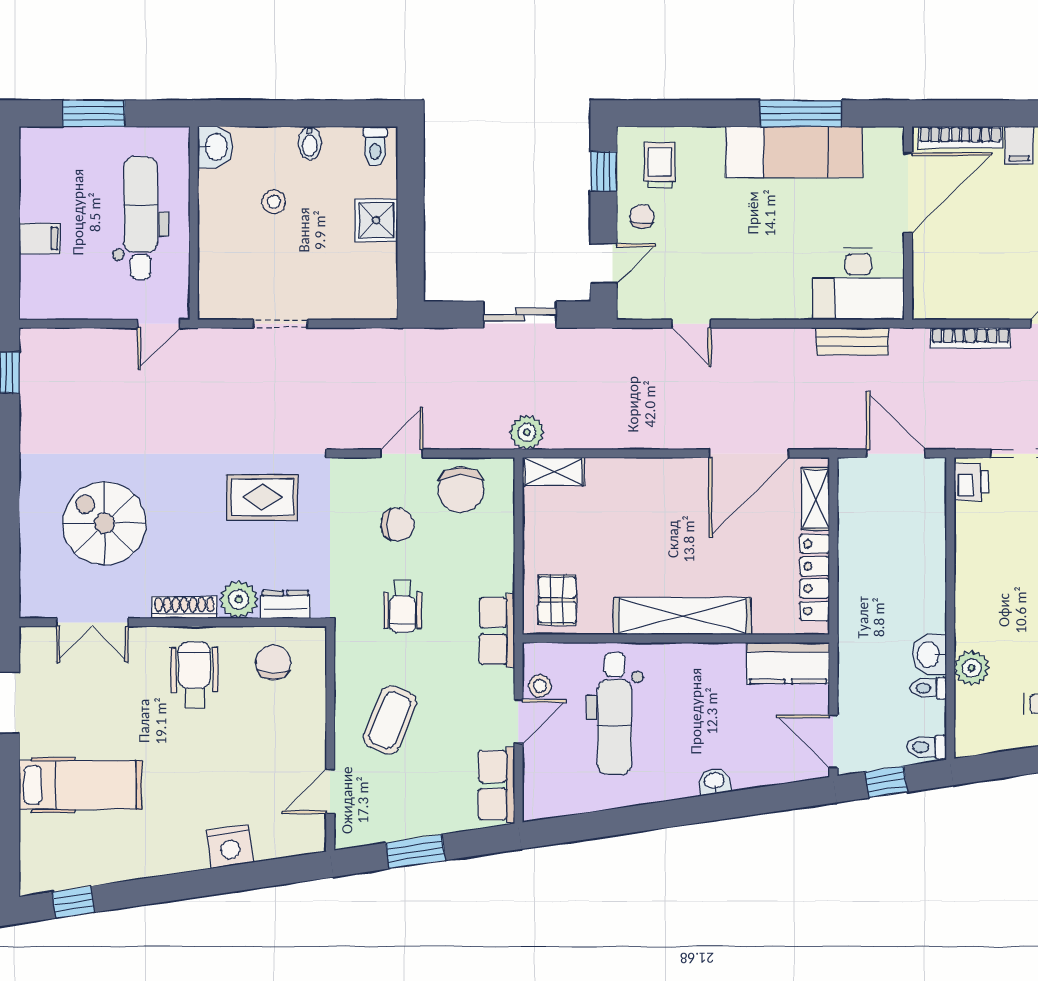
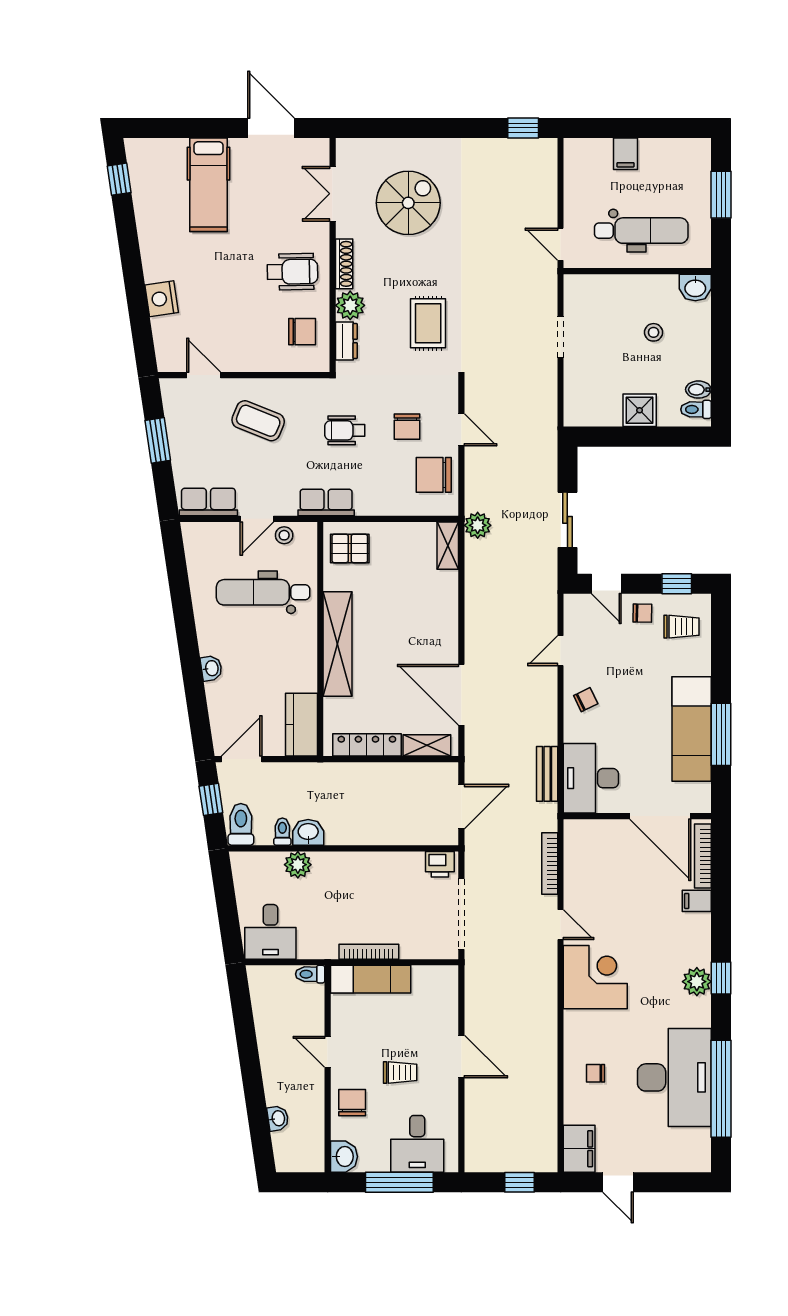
bidet: (310, 143) -> (698, 390), moved
chair: (755, 291) -> (586, 700), added
door: (518, 722) -> (257, 519), hinge flipped
toilet: (927, 747) -> (241, 824), width x1.37, depth x1.39

